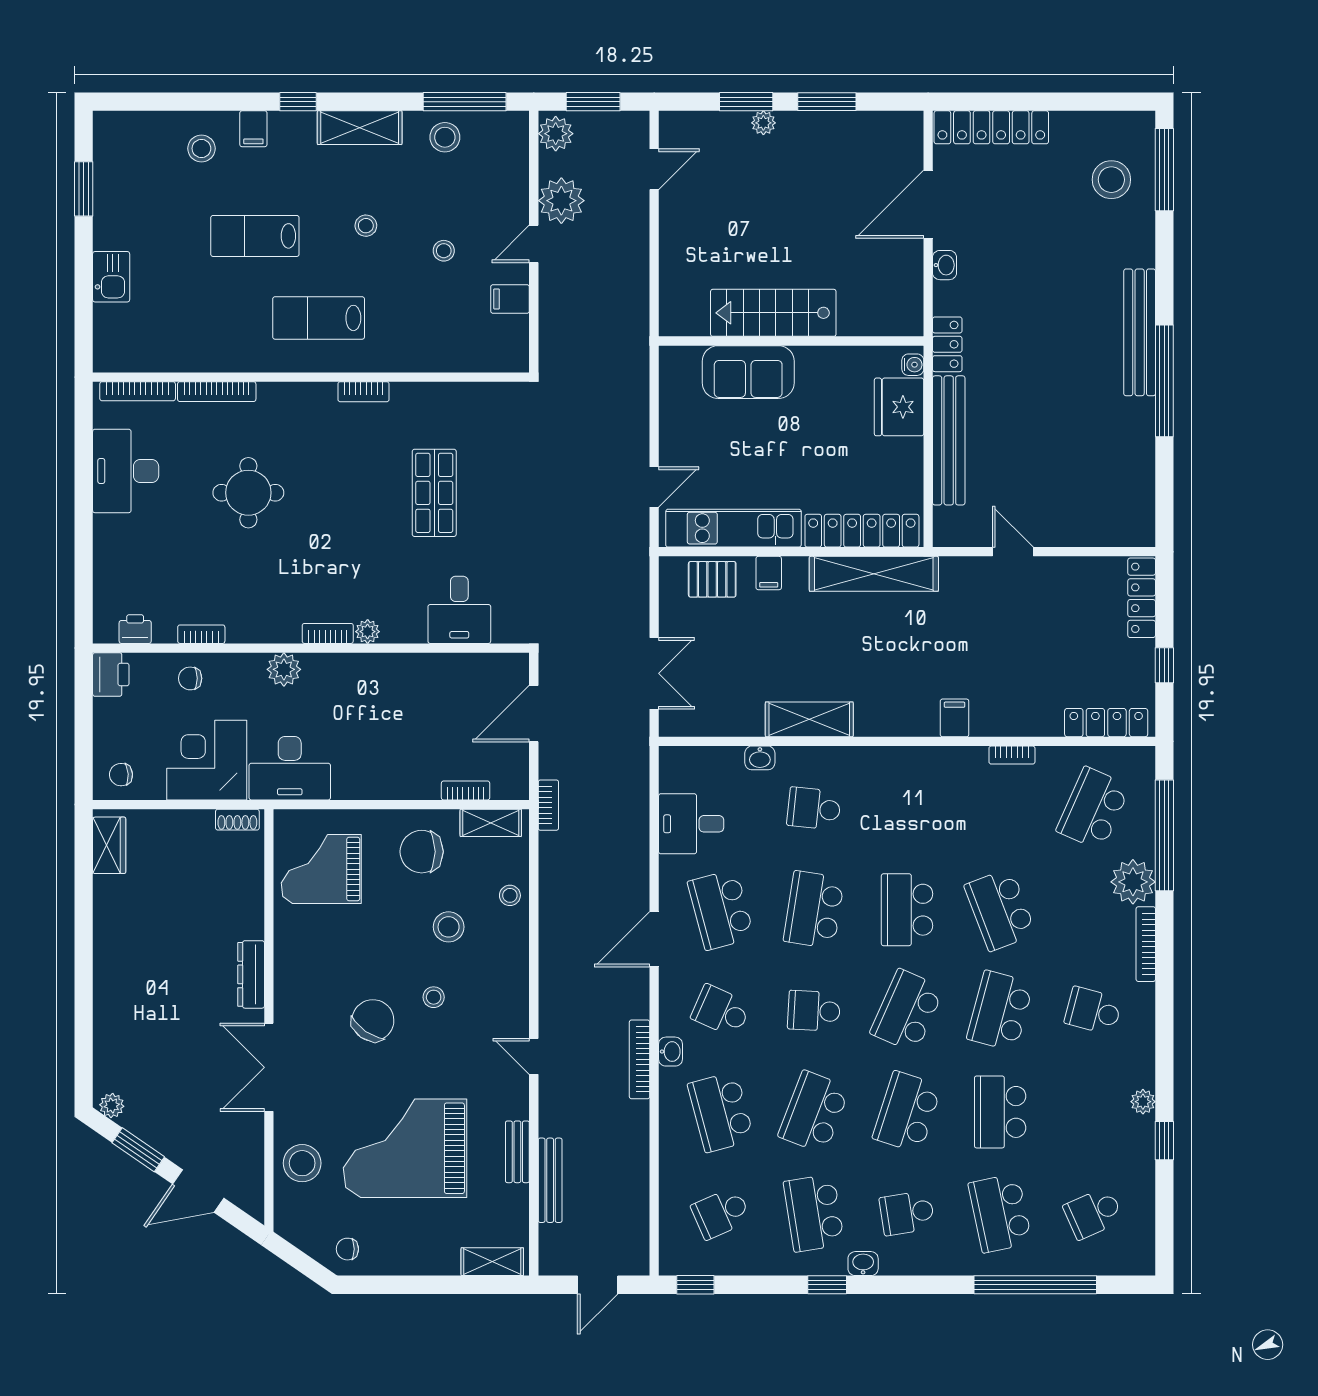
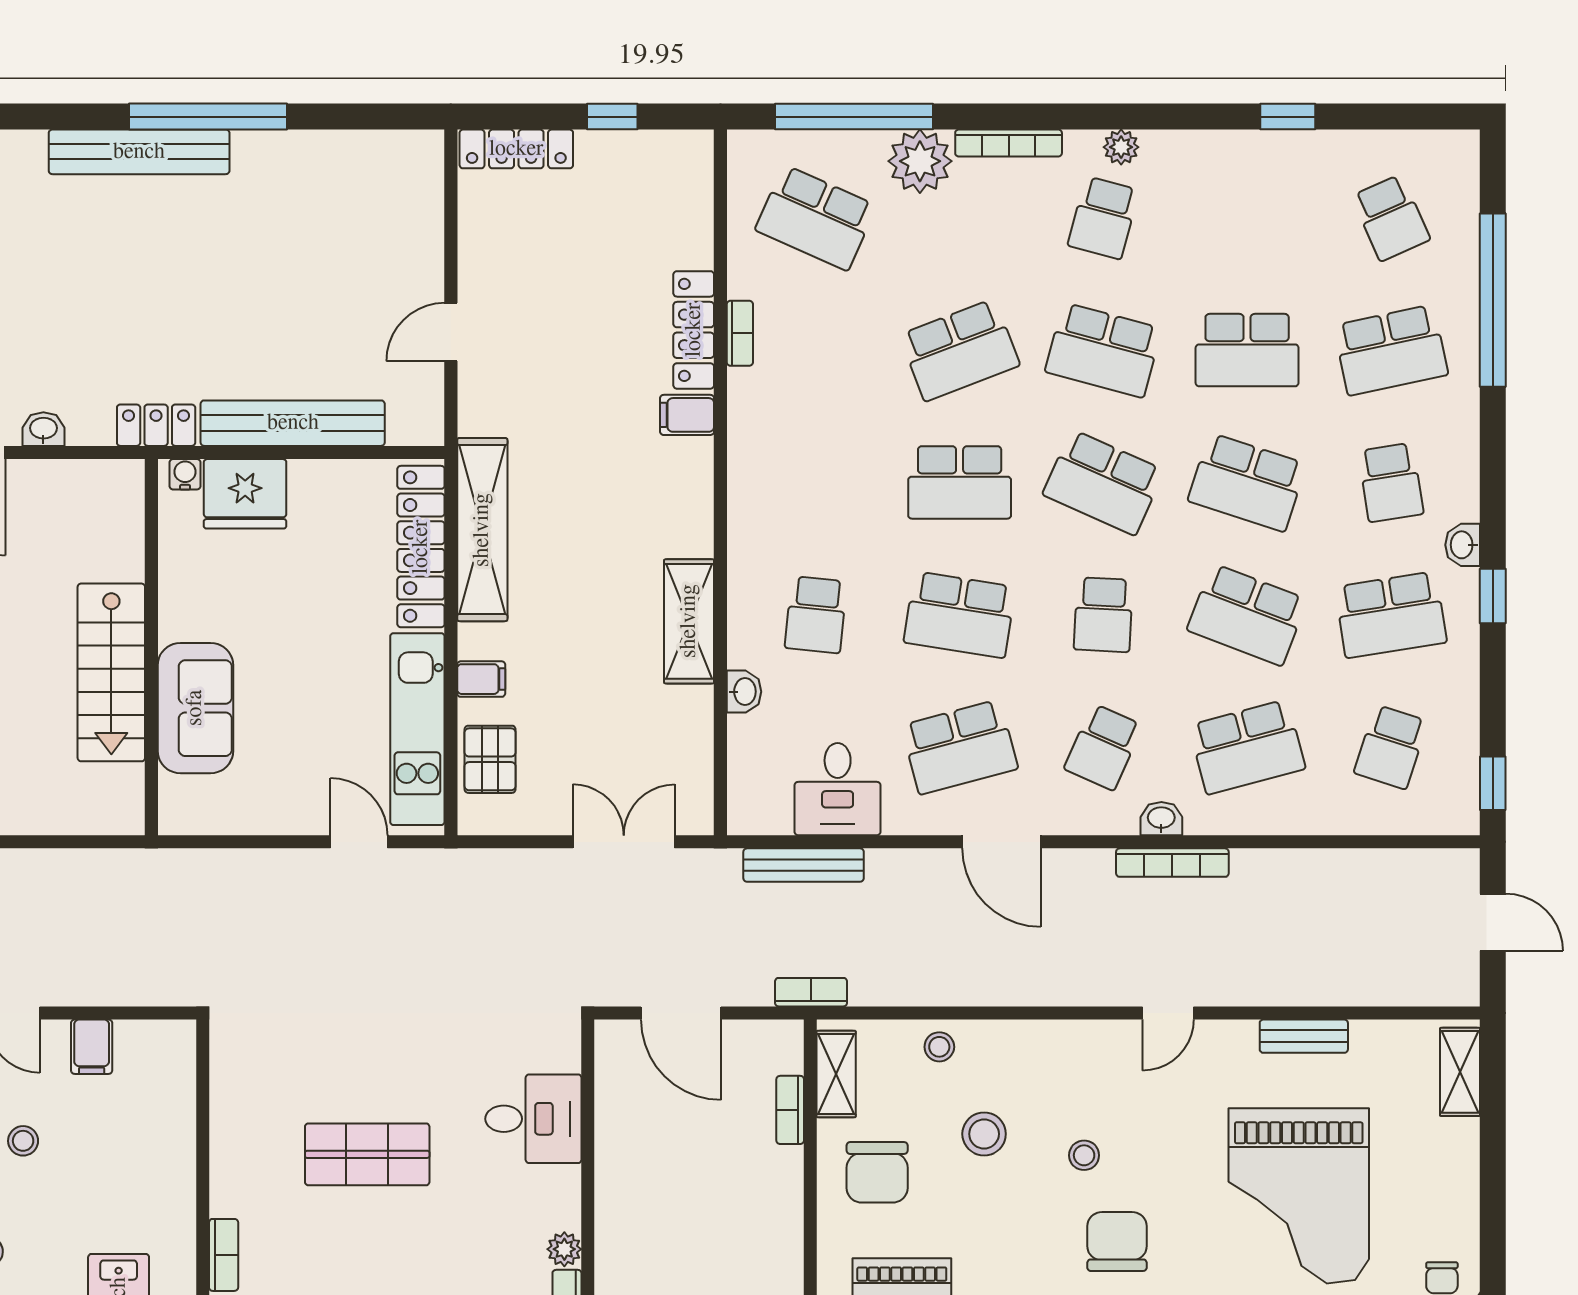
locker: (1106, 723) -> (694, 330), moved
chair: (373, 1020) -> (1117, 1242), turned 55
plant: (1143, 1102) -> (1121, 147), moved
bench: (550, 1180) -> (804, 865), moved
school desk: (721, 1213) -> (1391, 747), turned 42

